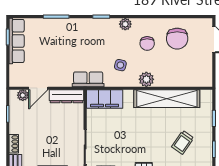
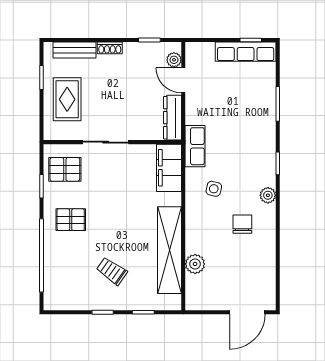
chair: (177, 39) -> (249, 264), removed
chair: (147, 43) -> (242, 224), turned 90
plant: (146, 79) -> (195, 264), moved

